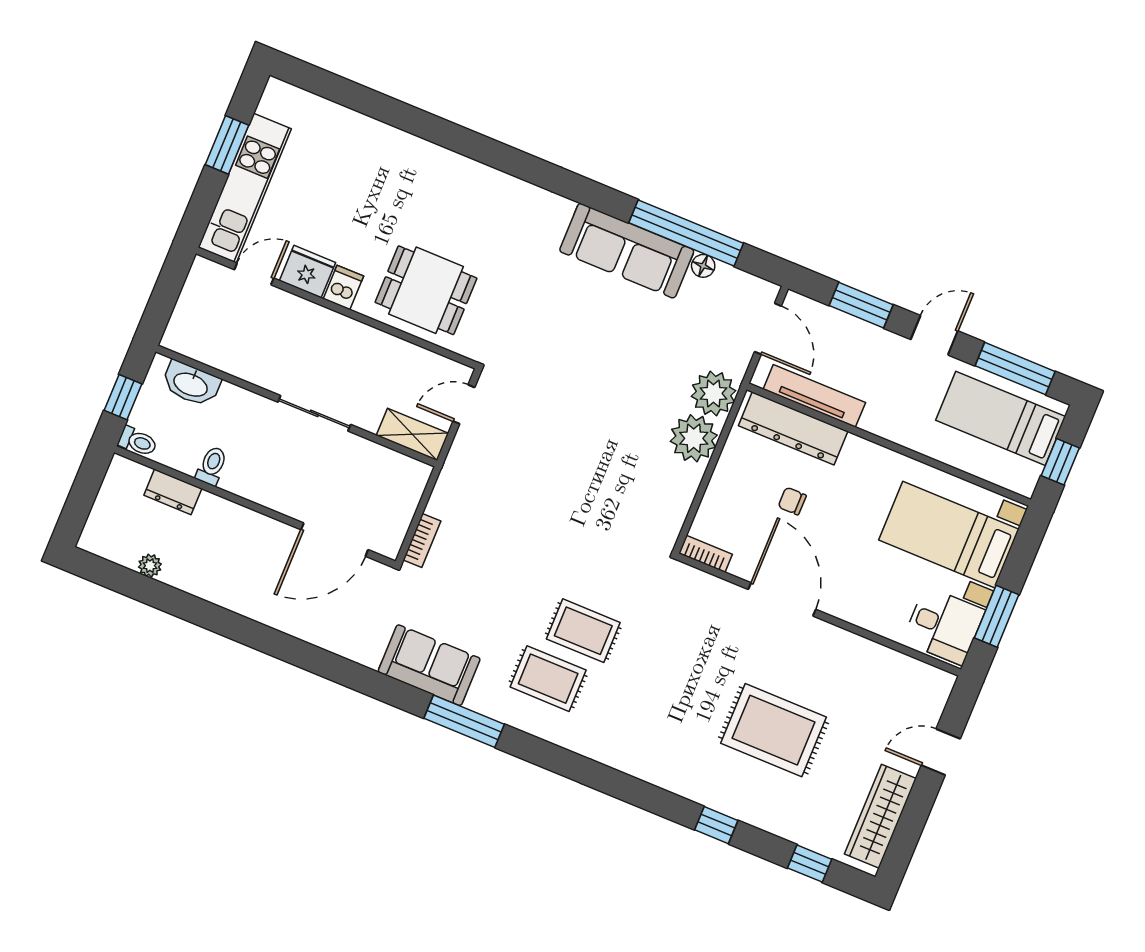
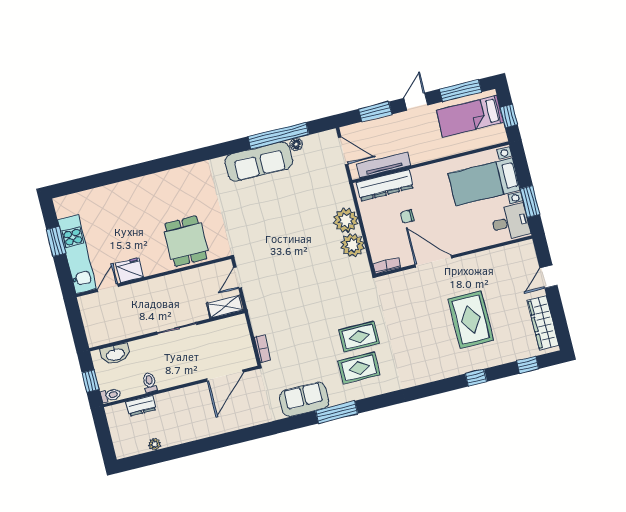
dishwasher: (343, 288) -> (150, 266), removed
dining table: (426, 290) -> (186, 241), turned 90
plant: (713, 394) -> (353, 245), moved
rug: (774, 730) -> (471, 319), turned 90

